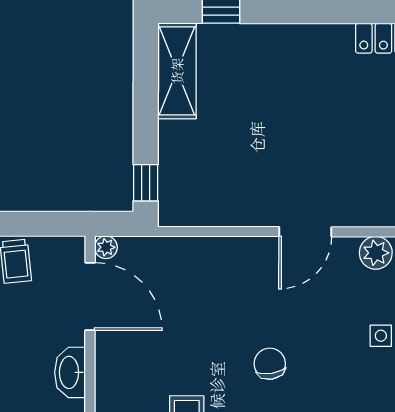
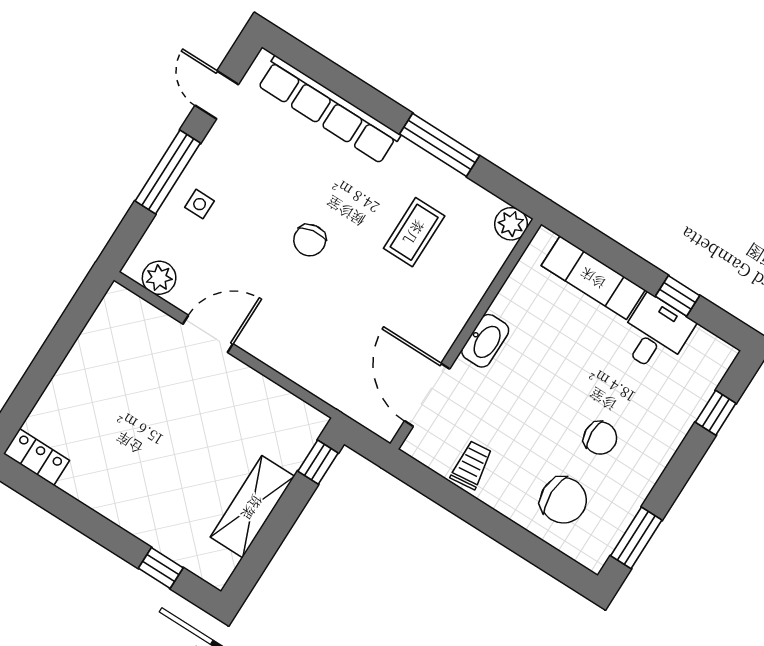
shelving: (177, 71) -> (252, 507), moved
plant: (106, 247) -> (387, 428), removed

